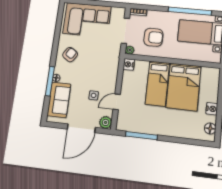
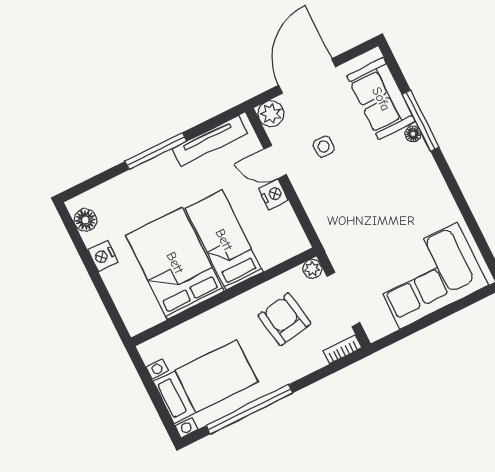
armchair: (153, 37) -> (284, 319), turned 80
armchair: (70, 55) -> (416, 192), removed
nightstand: (129, 64) -> (274, 194), moved
door: (117, 102) -> (275, 162), swing flipped
tv unit: (138, 128) -> (210, 141), added
window: (141, 136) -> (156, 151), moved

